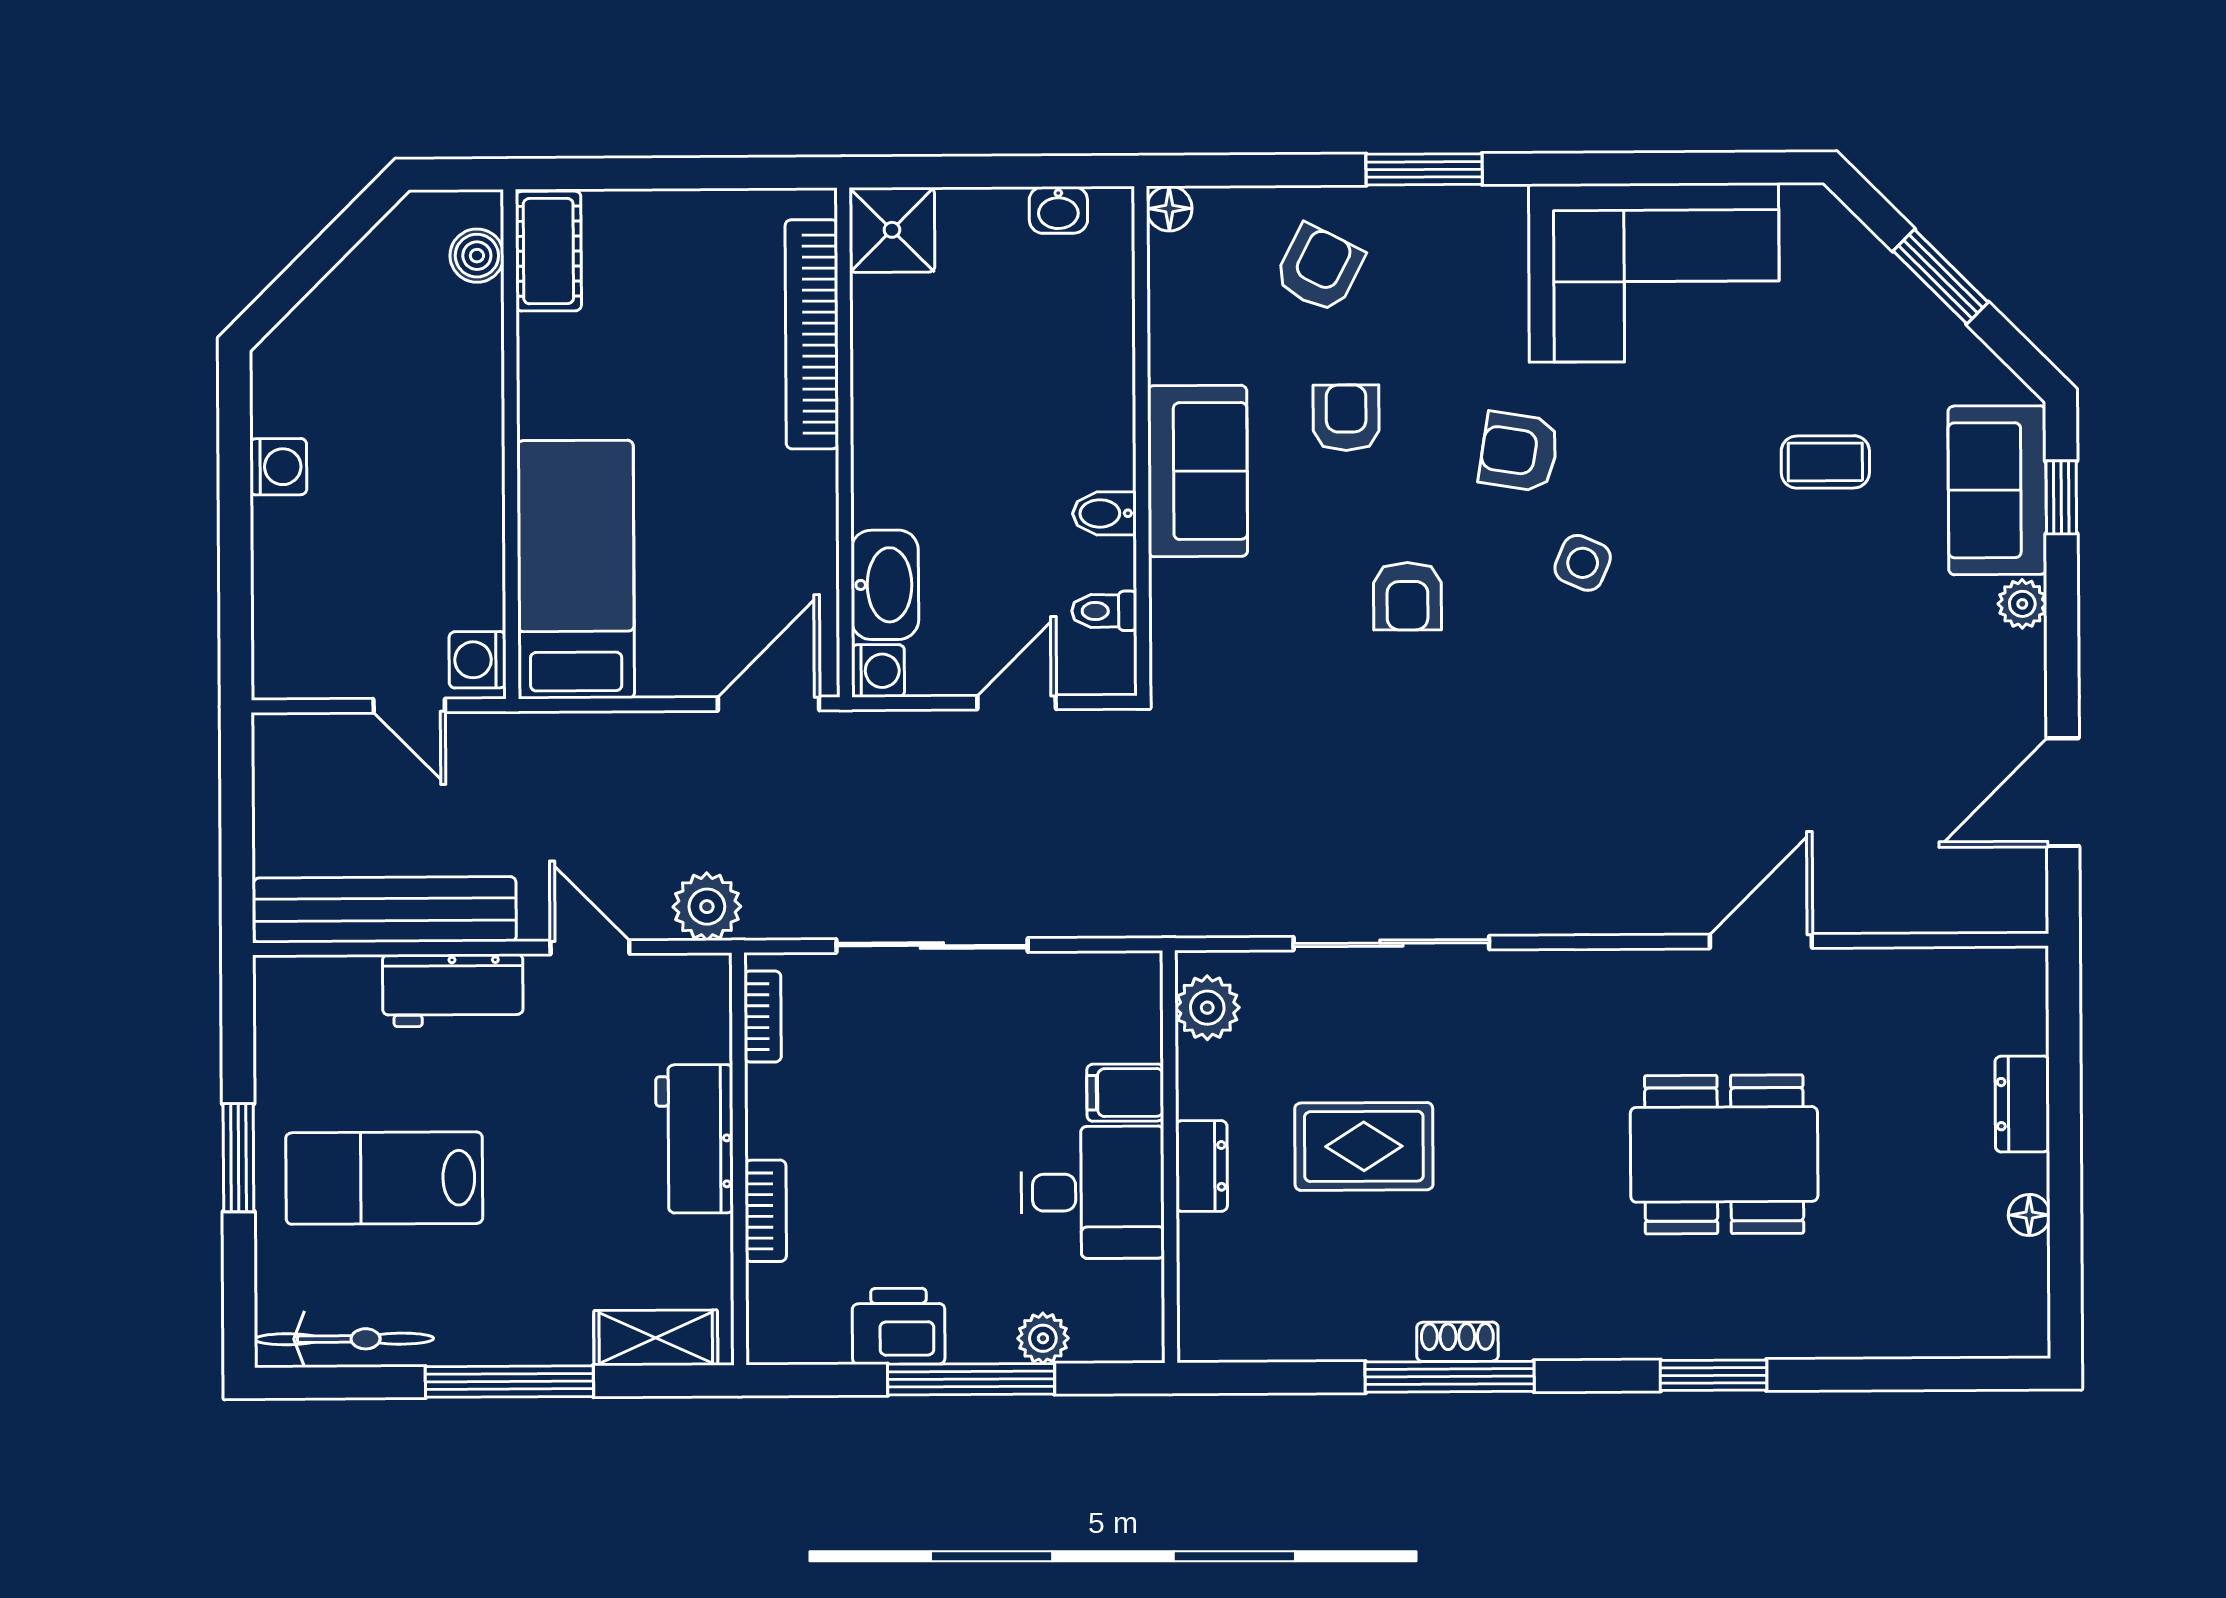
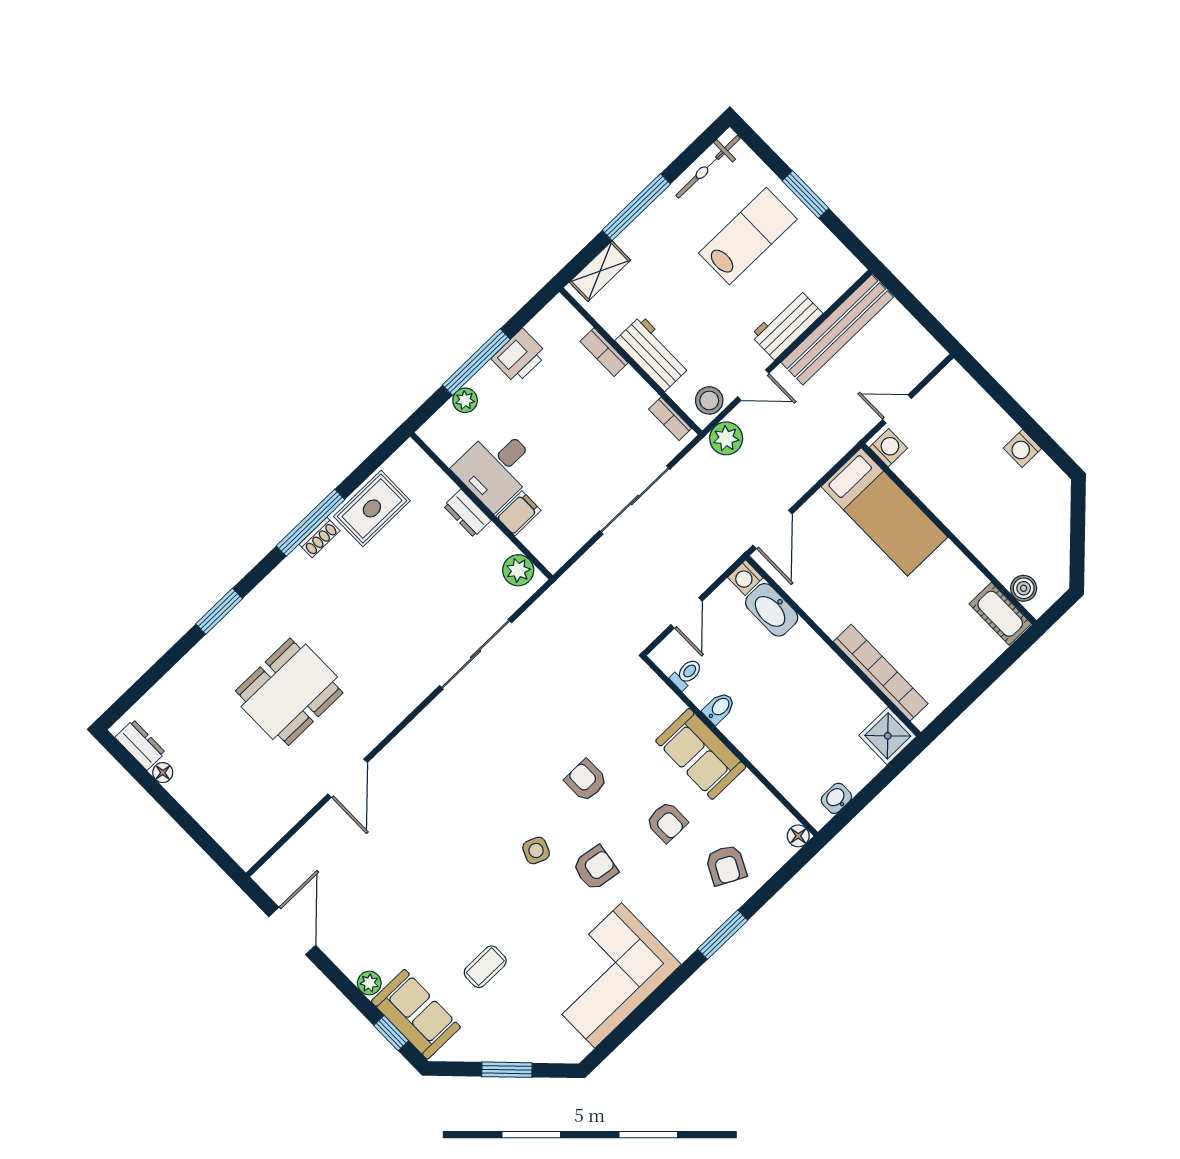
stool: (678, 988) -> (709, 400), added
dresser: (2022, 1104) -> (140, 745), moved
rug: (1364, 1146) -> (372, 508), moved

